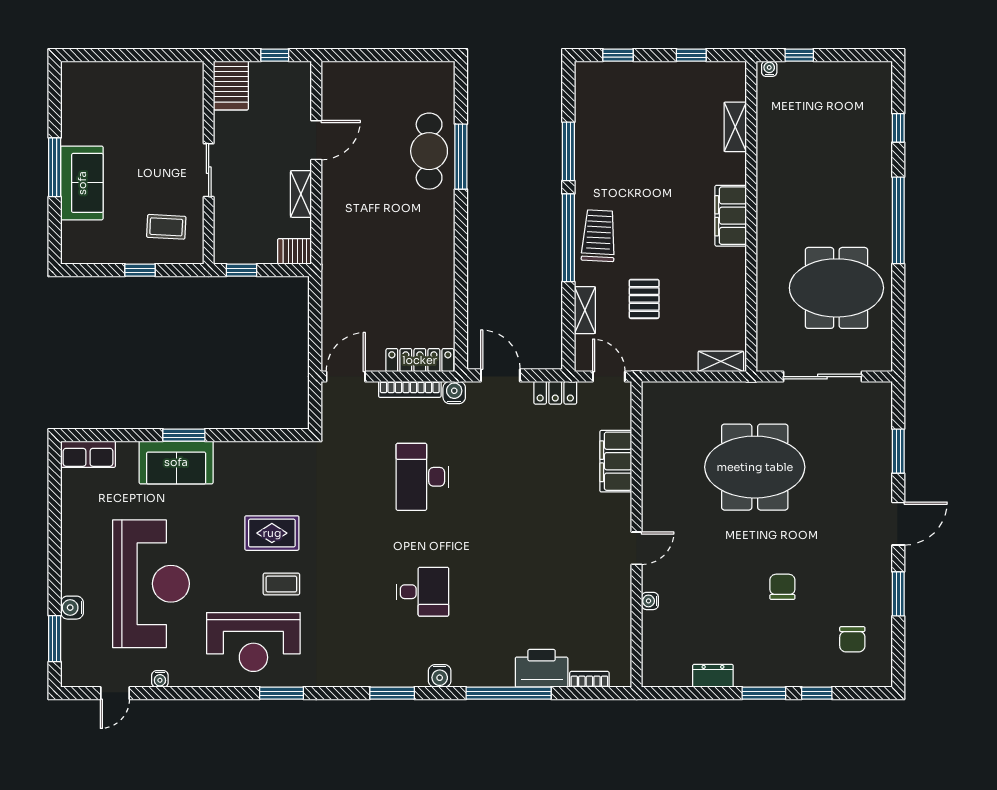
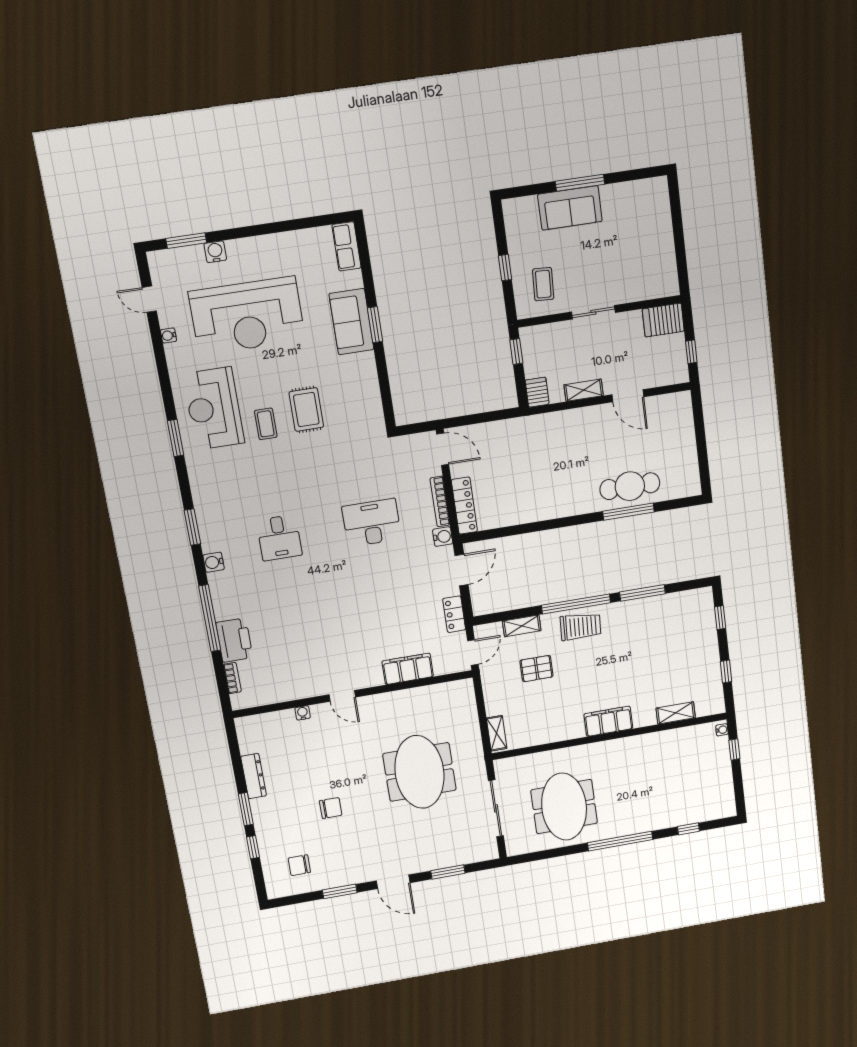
dresser: (713, 676) -> (254, 776), width x1.44

